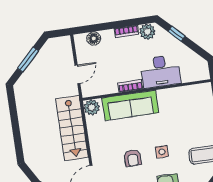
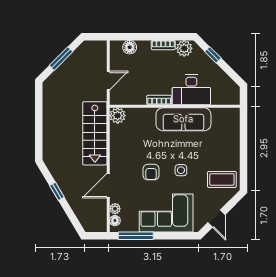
sofa: (130, 105) -> (183, 119), moved

